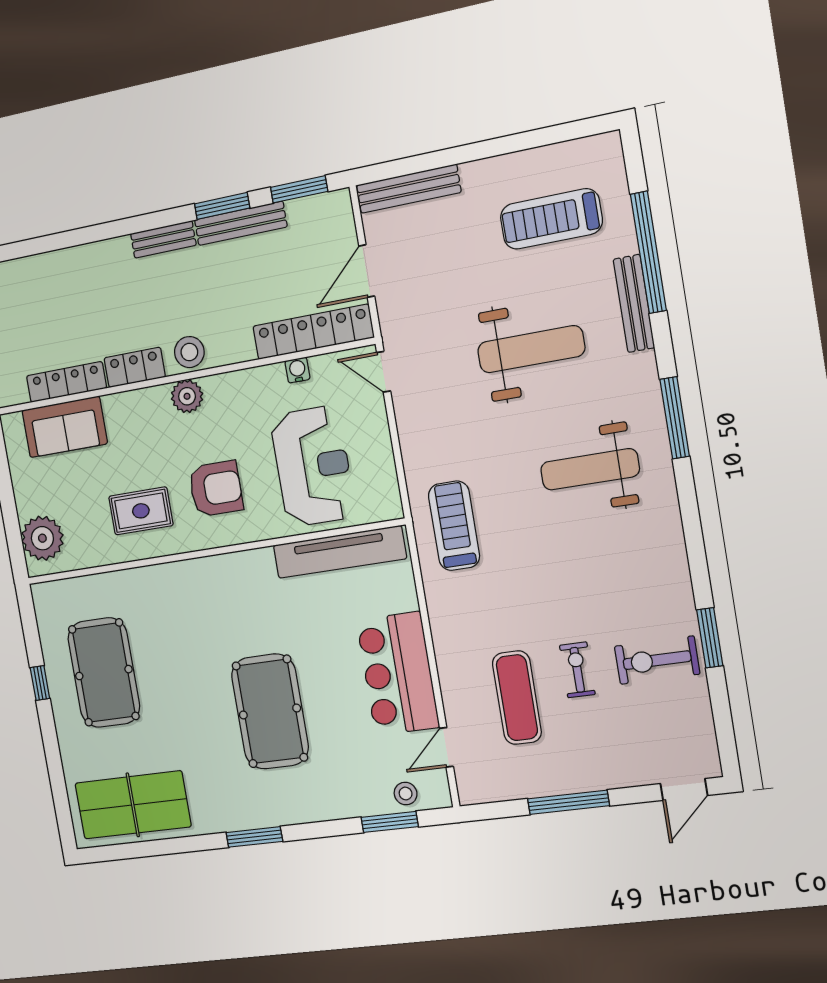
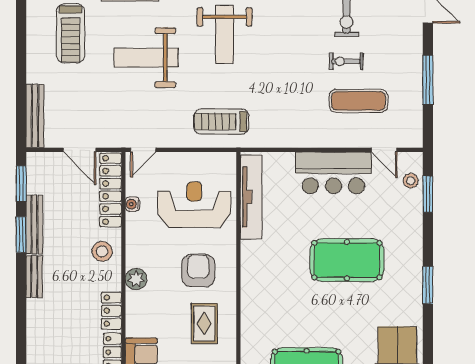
weight bench: (531, 349) -> (146, 58), turned -90
stool: (189, 352) -> (102, 251), moved
treadmill: (454, 526) -> (221, 122), moved

